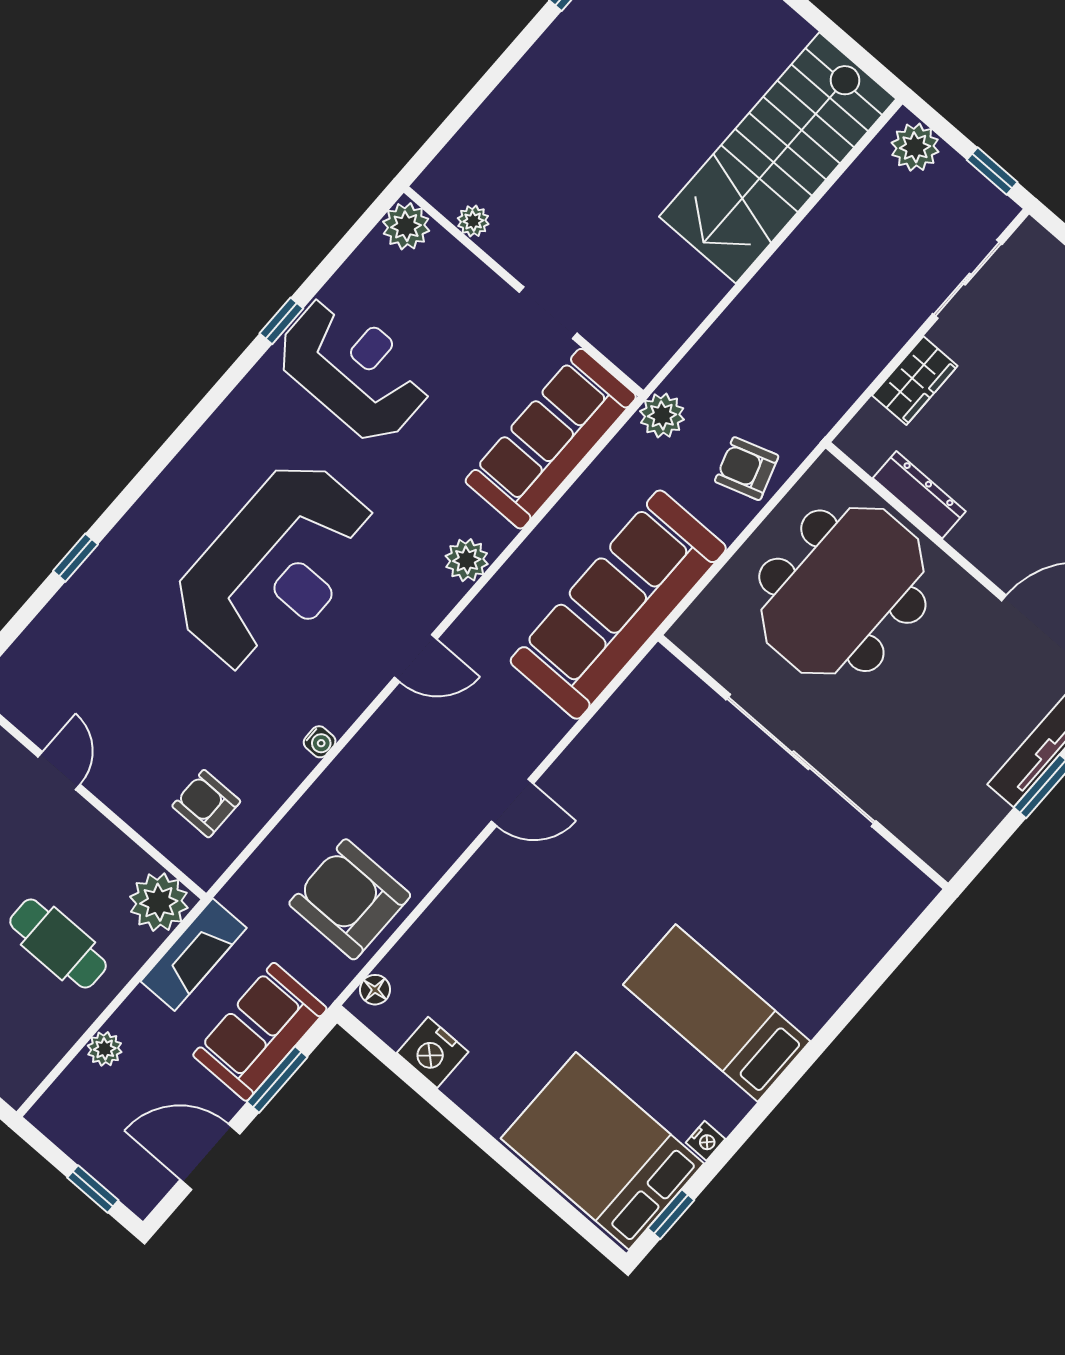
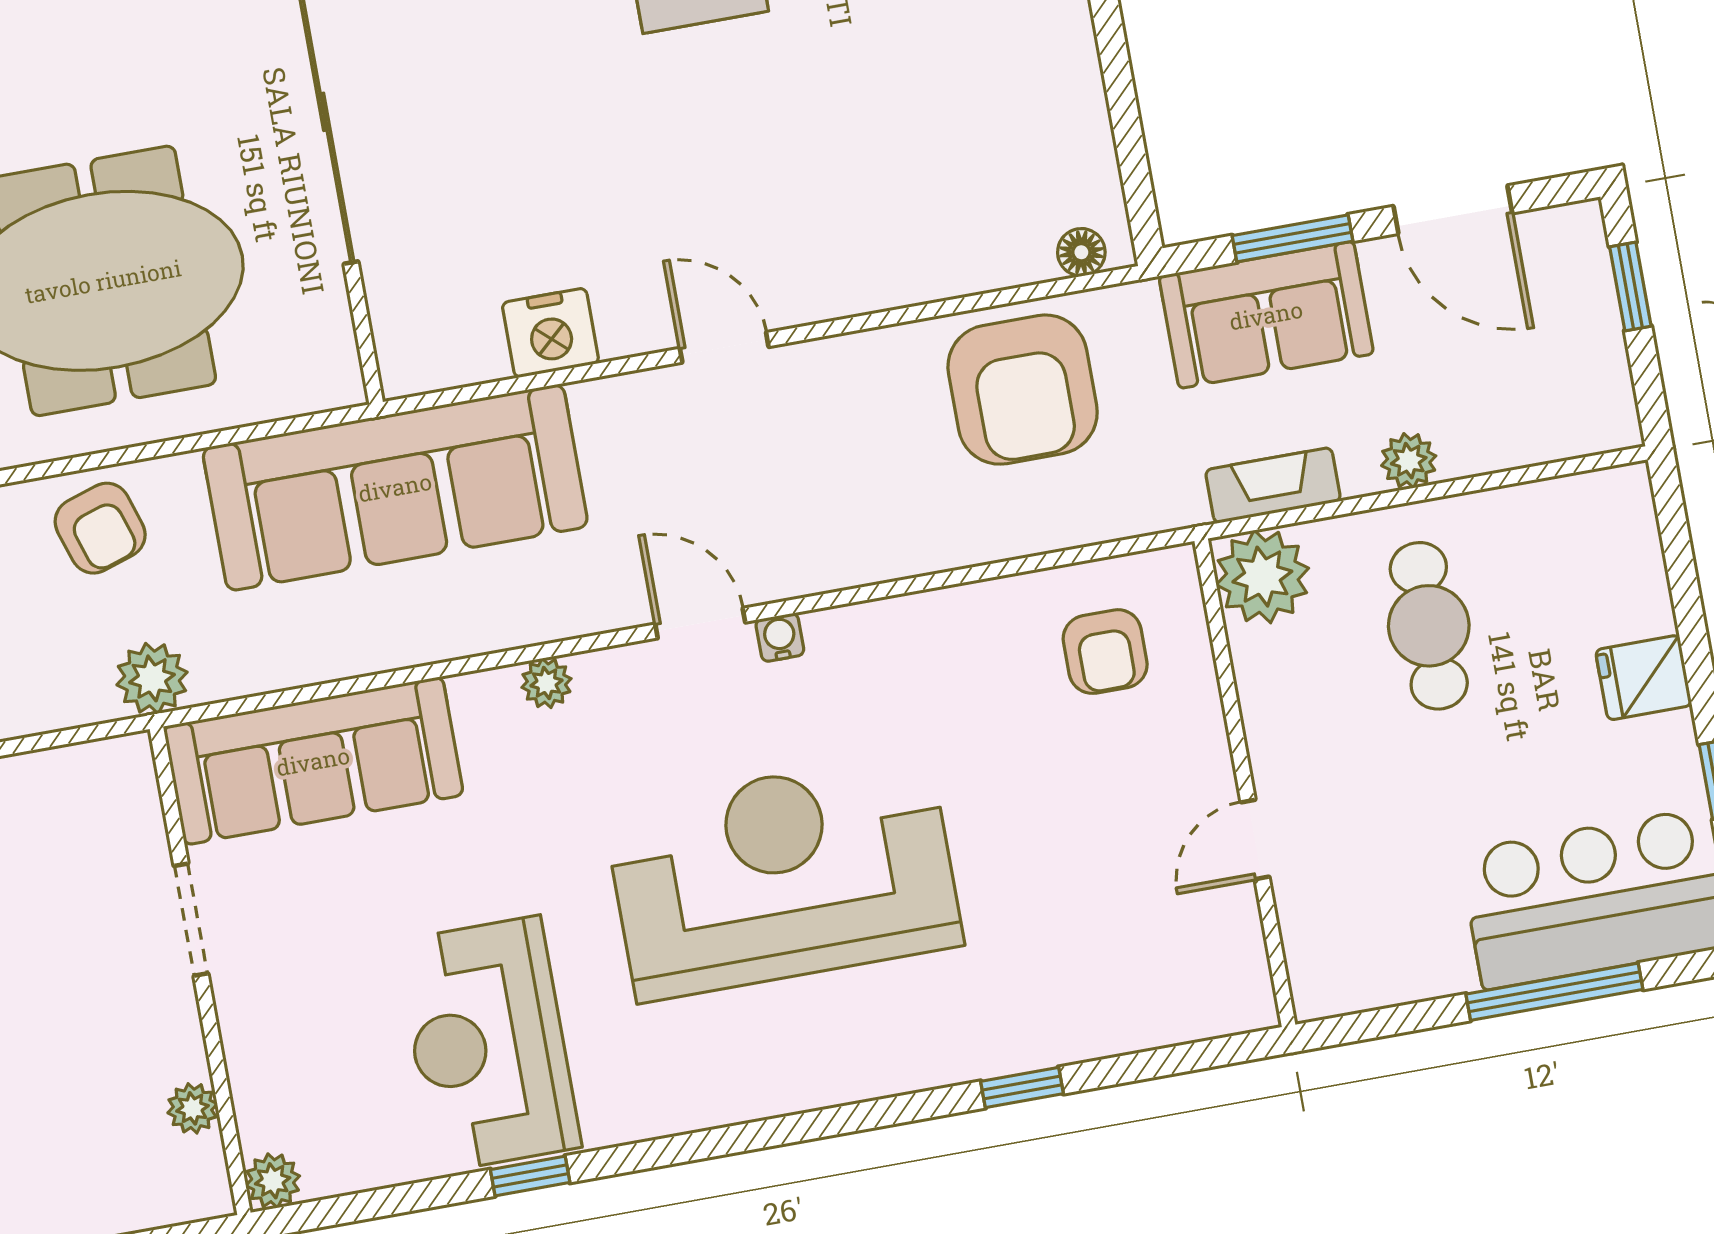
plant: (406, 226) -> (273, 1181), width x0.73, depth x0.73
plant: (467, 560) -> (546, 683), width x0.73, depth x0.73
water cooler: (320, 742) -> (780, 637), moved
fireplace: (194, 955) -> (1273, 485), width x0.73, depth x0.76
plant: (105, 1049) -> (1409, 461), moved
nightstand: (433, 1052) -> (550, 333), moved, turned 90

